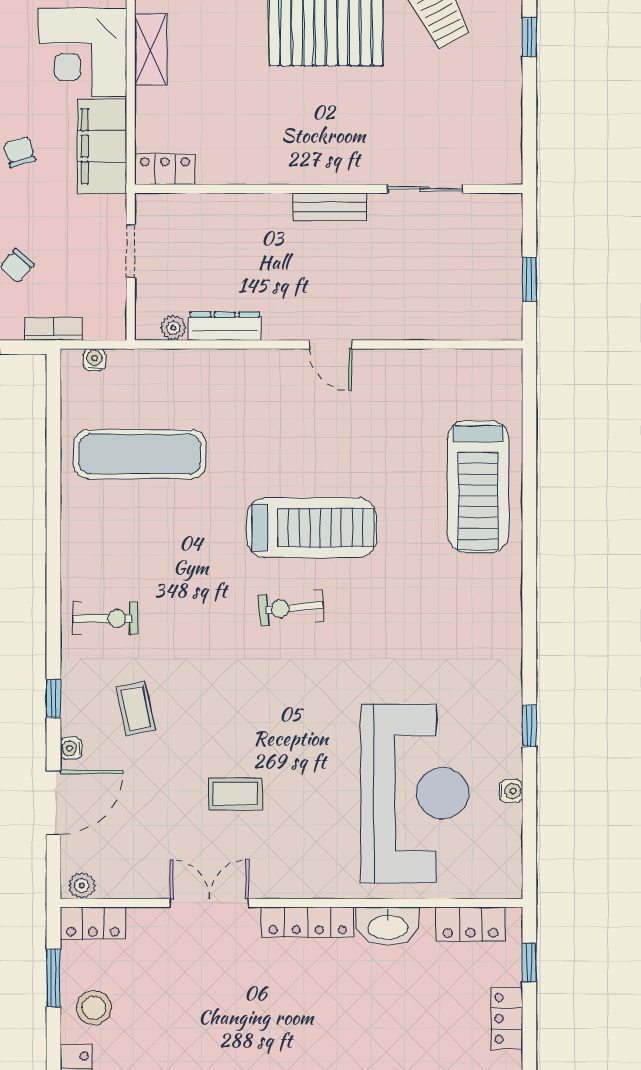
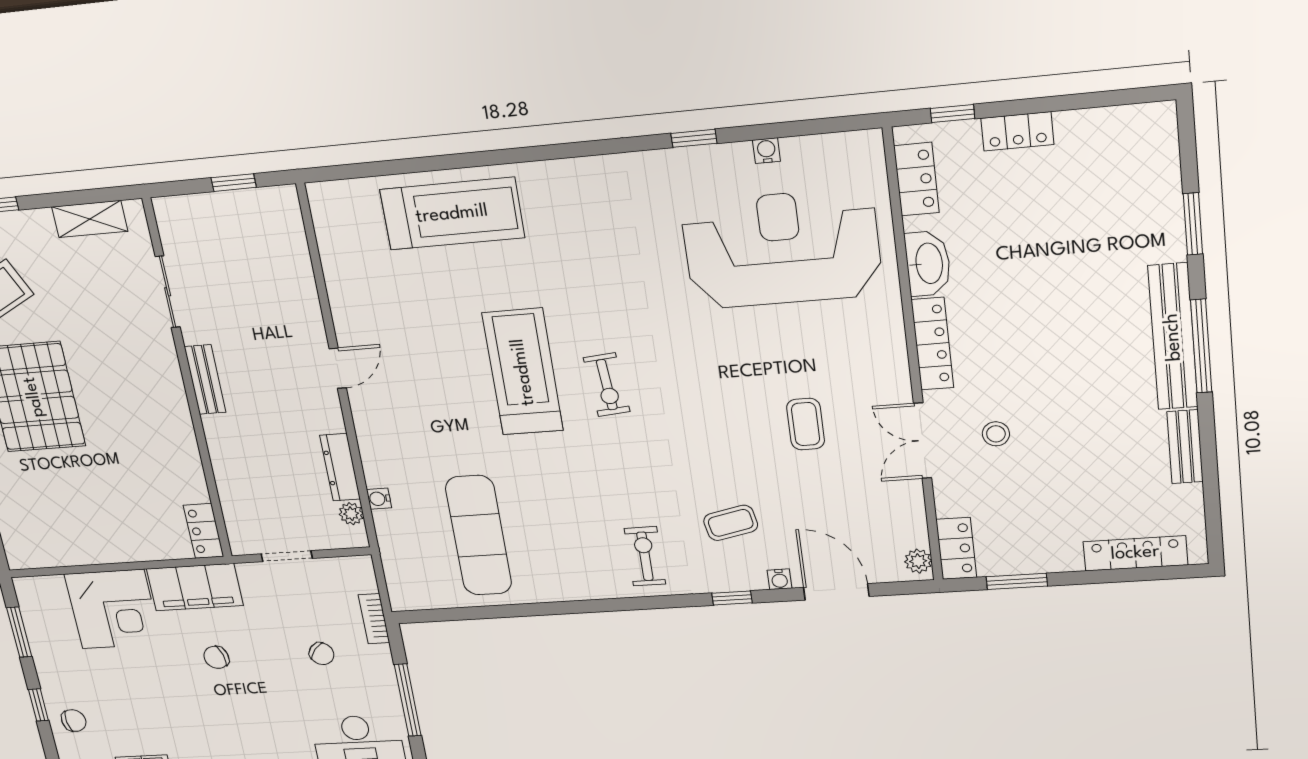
shelving: (151, 49) -> (90, 219), moved
water cooler: (94, 360) -> (379, 499), moved
stool: (94, 1008) -> (996, 434), moved, width x0.73, depth x0.73

